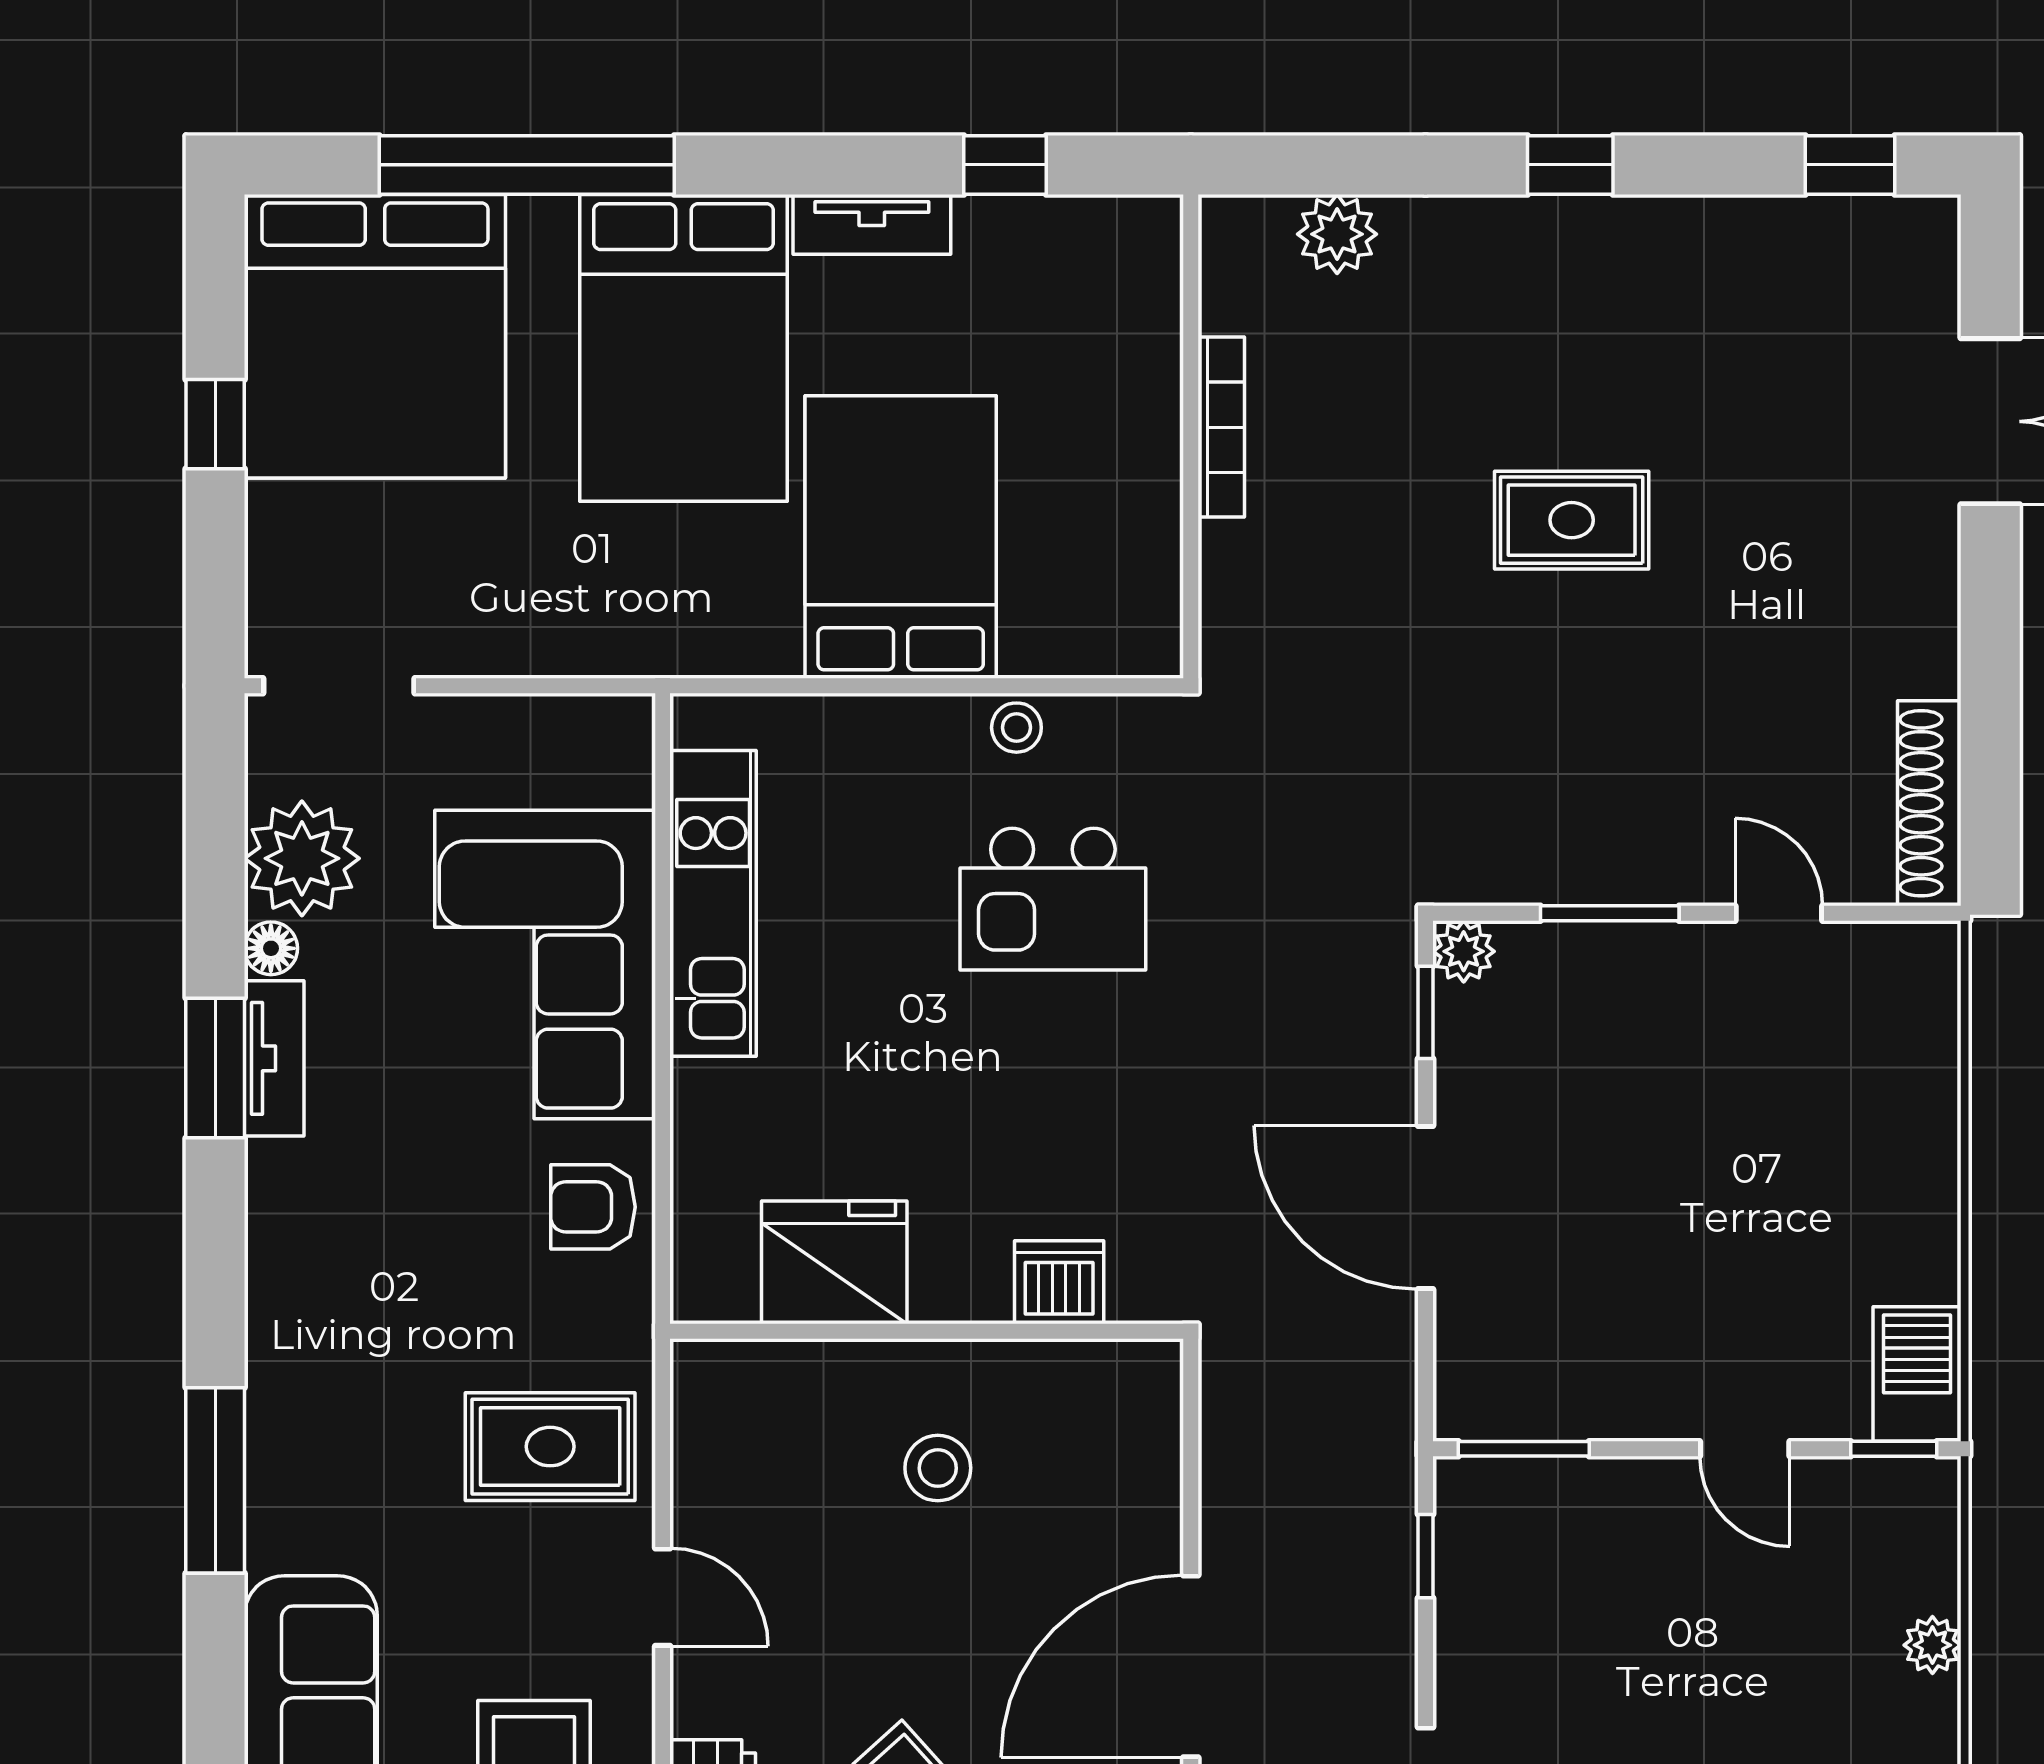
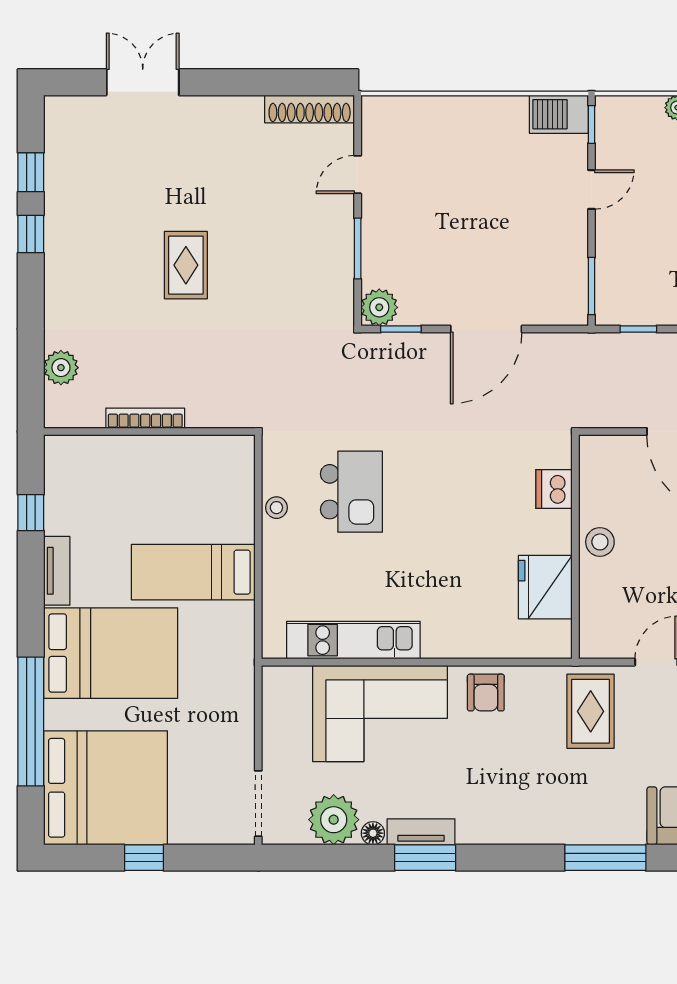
window: (1570, 165) -> (31, 234), moved
window: (1850, 165) -> (31, 172), moved
bed: (901, 537) -> (193, 572), width x0.67
plant: (1464, 951) -> (379, 307), width x1.38, depth x1.38
fridge: (834, 1262) -> (545, 587), moved
dishwasher: (1059, 1282) -> (554, 489), moved
wall: (927, 1331) -> (575, 547), moved

